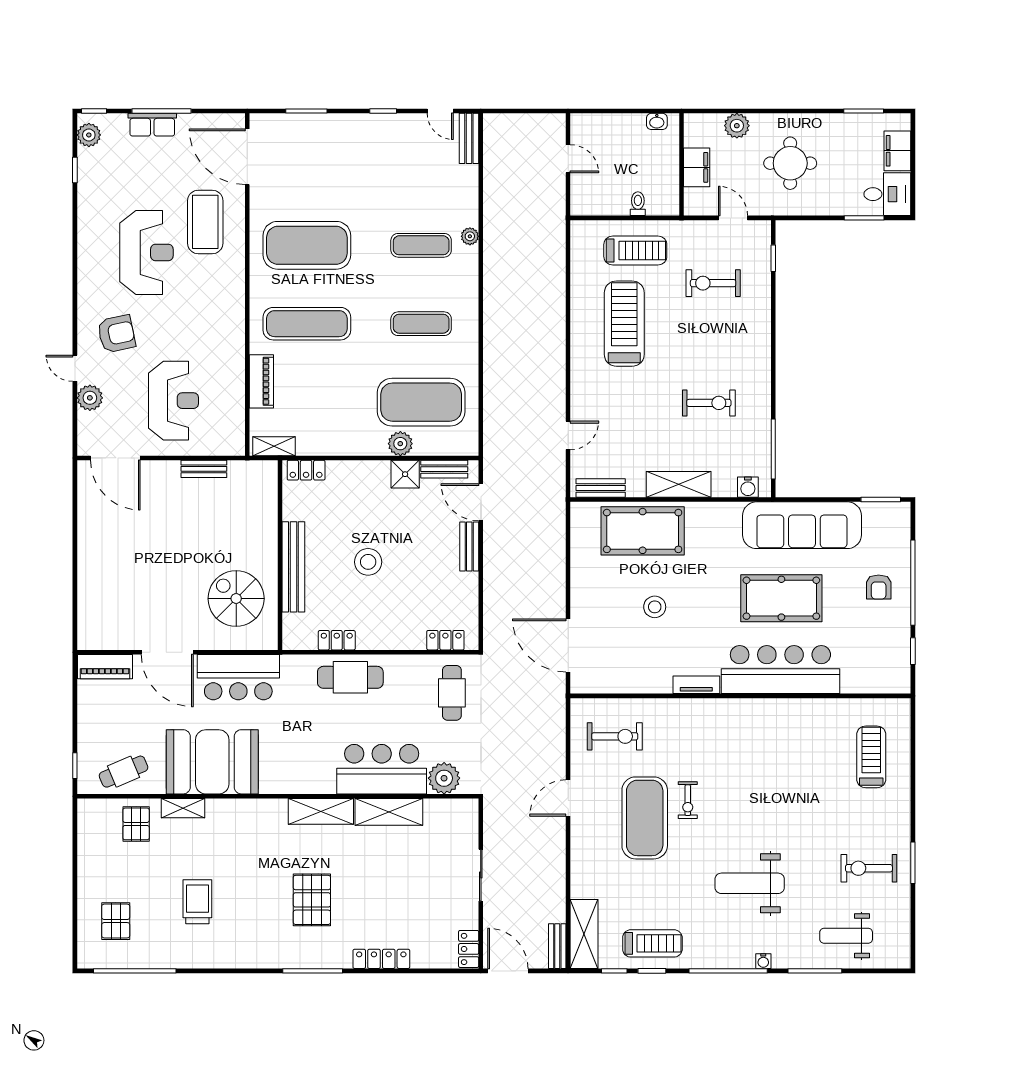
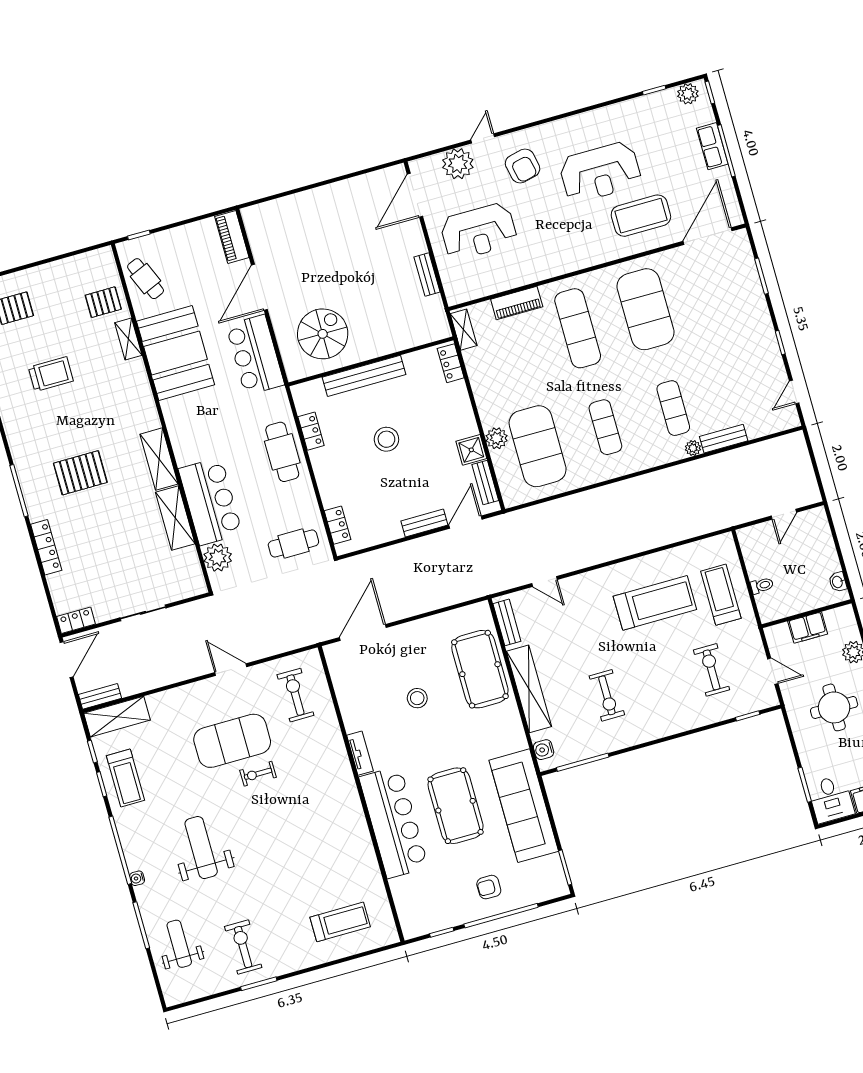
bench: (469, 138) -> (724, 439), moved
door: (733, 218) -> (773, 671), hinge flipped
treadmill: (635, 251) -> (721, 595), turned 180
plant: (90, 398) -> (458, 164), width x1.36, depth x1.36
shelving: (679, 484) -> (529, 689), width x1.47
exercise bike: (615, 736) -> (295, 695), turned 180

